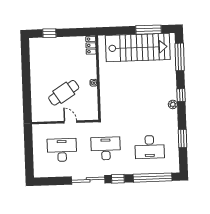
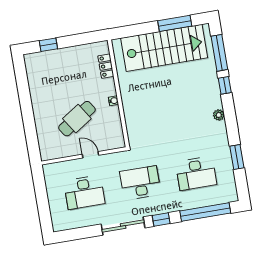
locker: (91, 45) -> (106, 66), moved
window: (181, 95) -> (225, 85), moved
desk: (62, 150) -> (84, 192), turned 180

